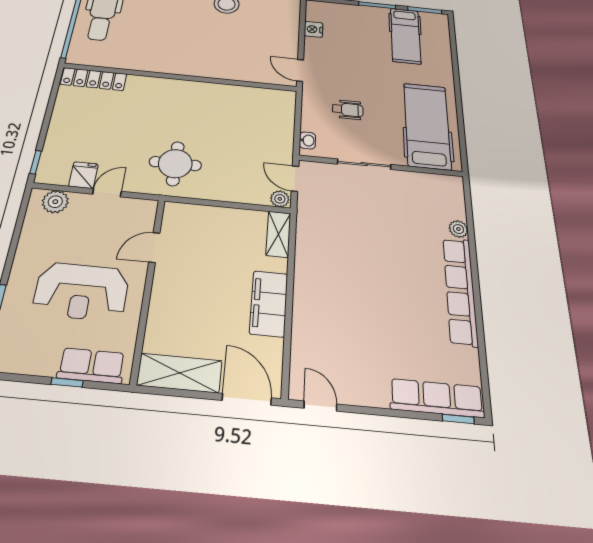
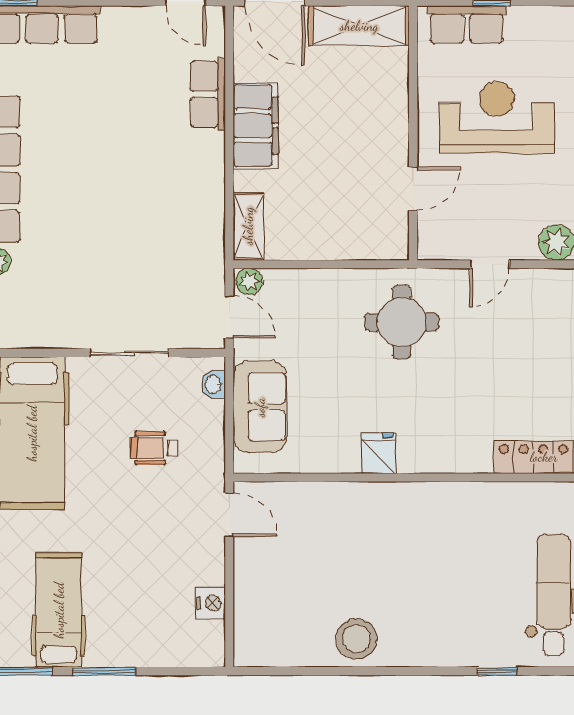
sofa: (277, 125) -> (260, 407), added
fridge: (83, 175) -> (379, 453), moved, turned 180
row of seats: (305, 330) -> (208, 94), added

